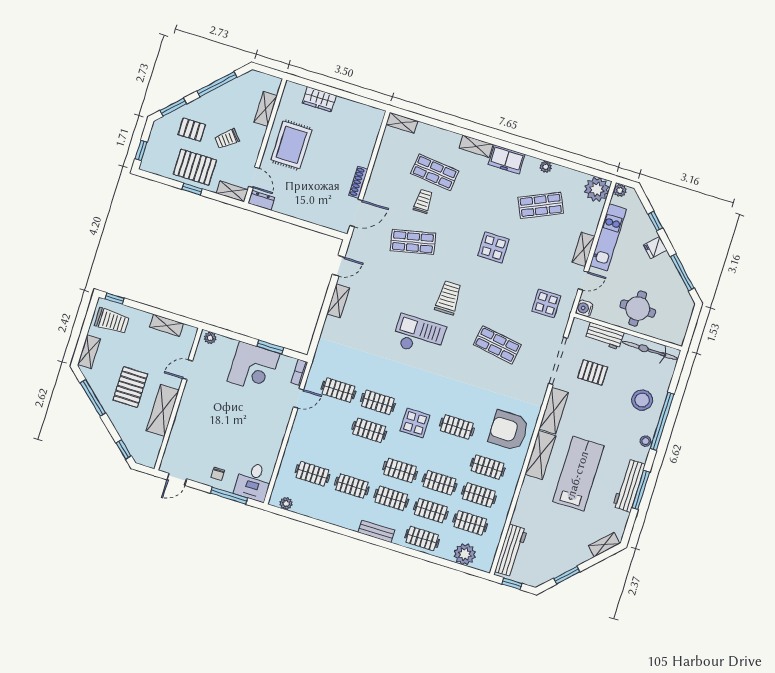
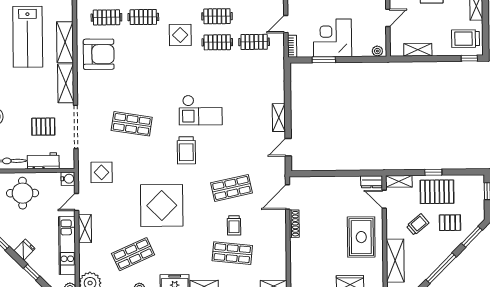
shelving: (266, 109) -> (395, 261), width x1.50, depth x1.33
display table: (493, 247) -> (162, 205), width x1.86, depth x1.86
clothes rail: (457, 427) -> (143, 17), moved

